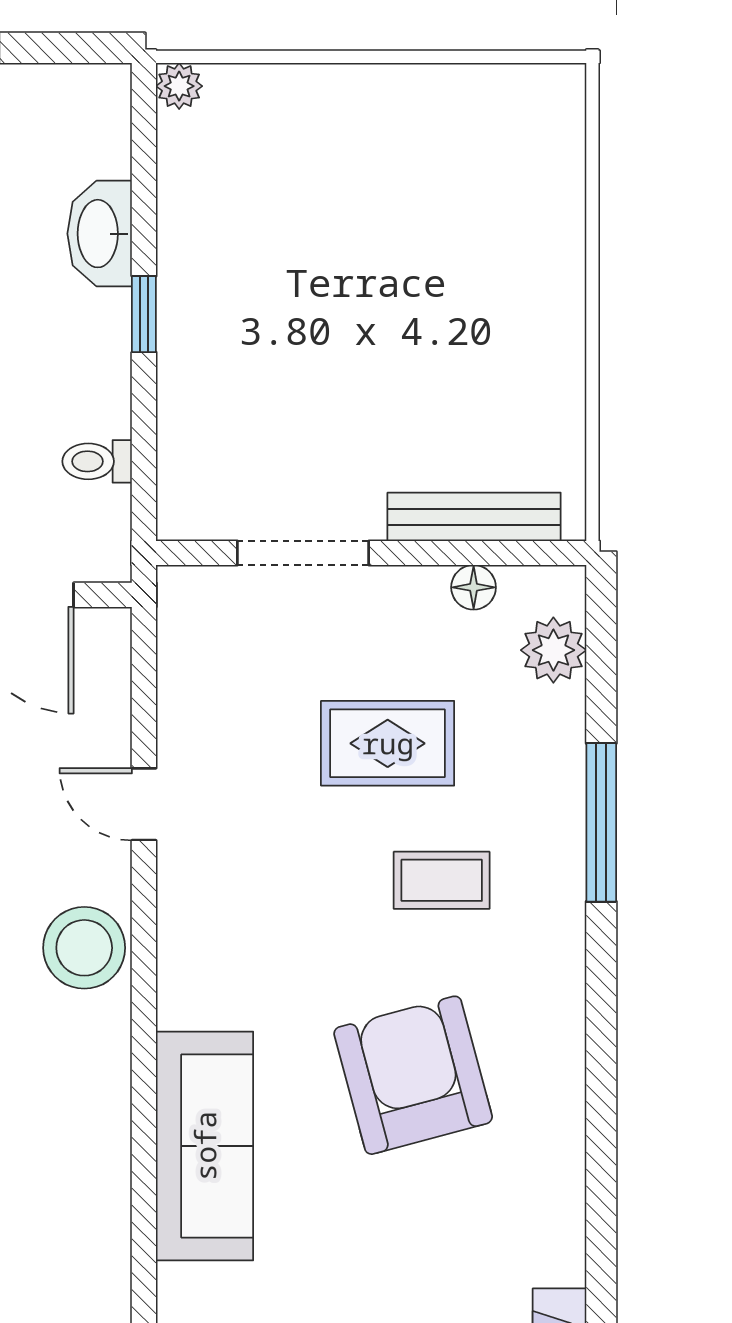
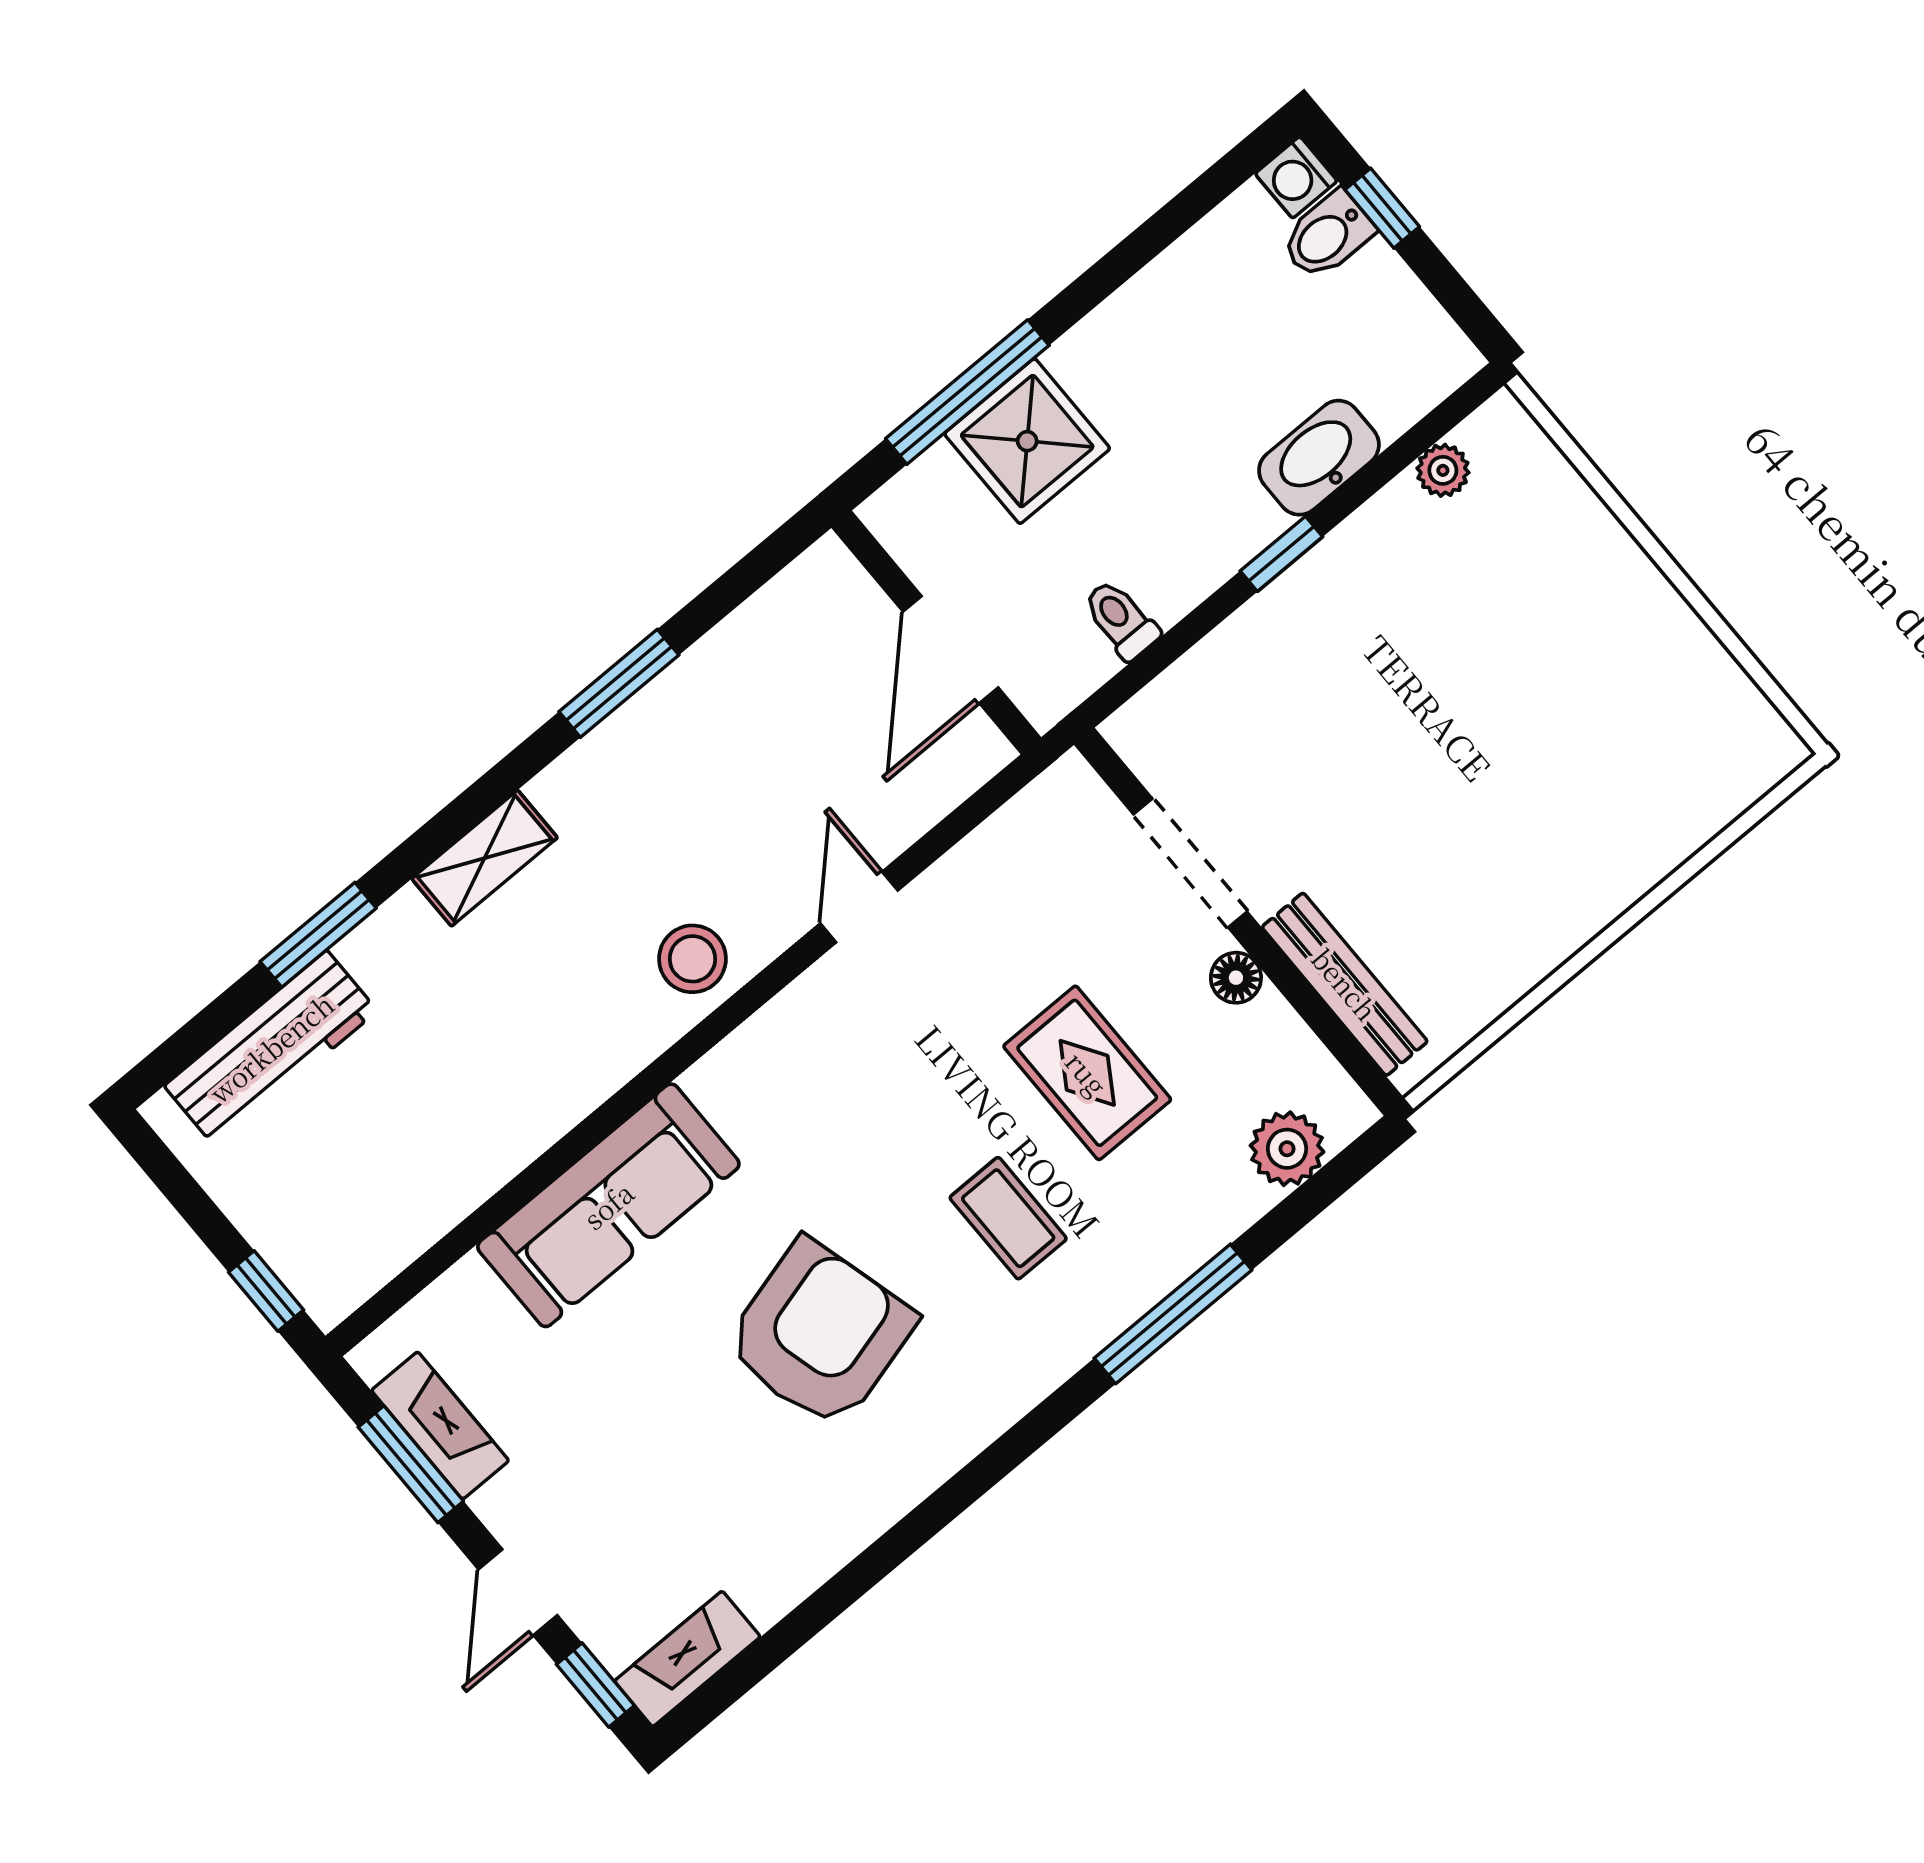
plant: (179, 86) -> (1443, 470), moved
floor lamp: (474, 587) -> (1236, 978), moved
stool: (84, 948) -> (692, 959), width x0.73, depth x0.73

